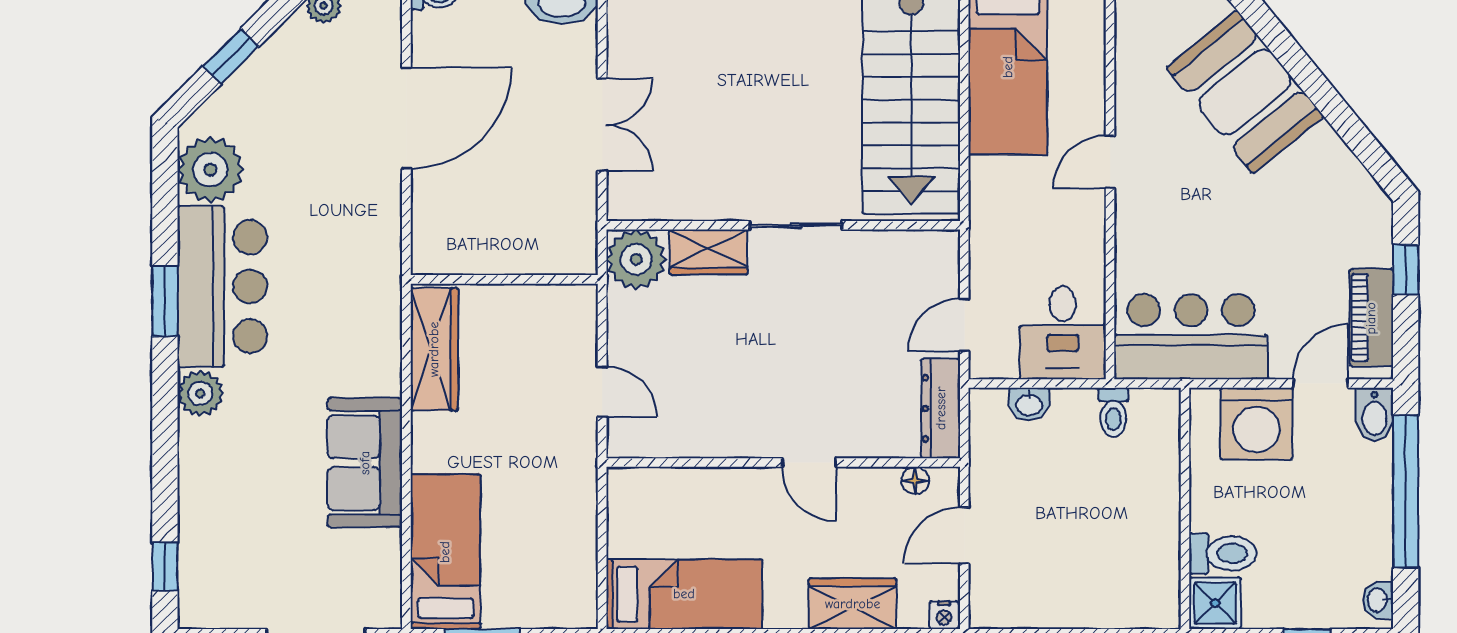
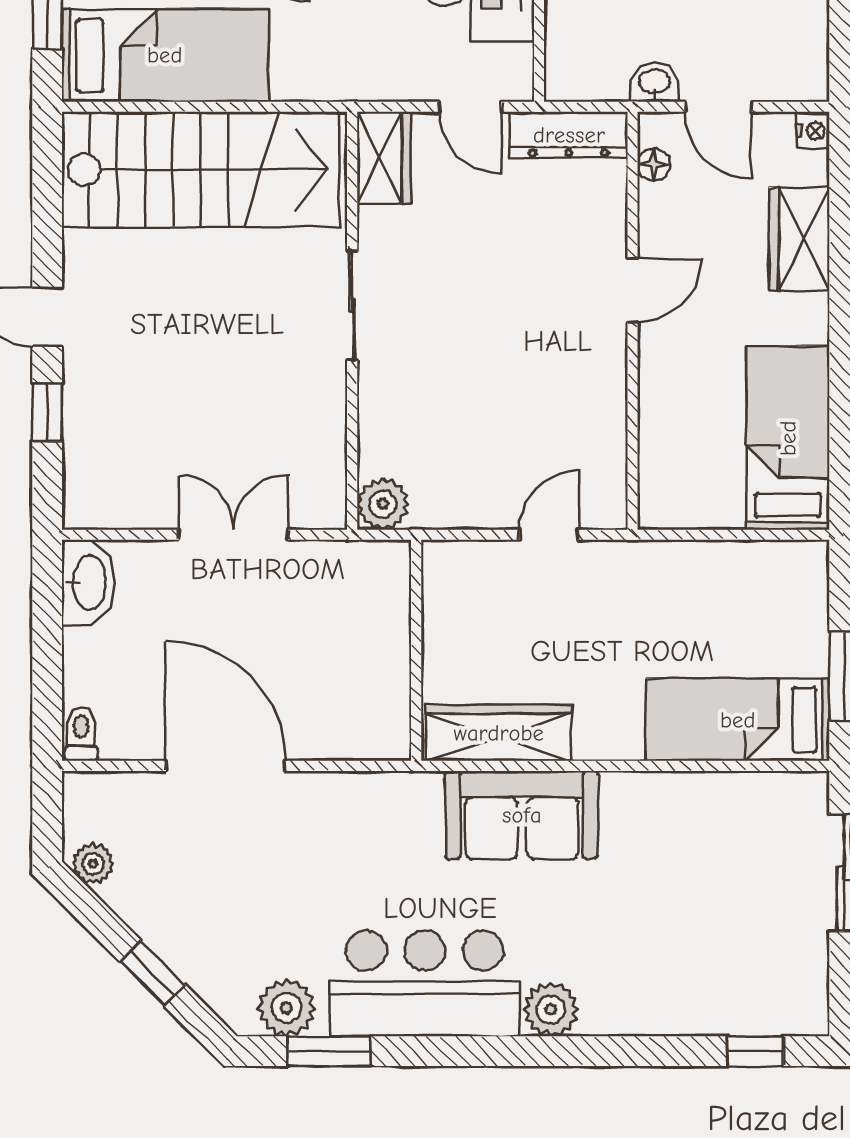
plant: (210, 170) -> (286, 1008), width x0.73, depth x0.73
wardrobe: (708, 252) -> (384, 158), moved
plant: (636, 259) -> (383, 504), width x0.73, depth x0.73
window: (165, 301) -> (329, 1051), moved
washbasin: (1029, 404) -> (654, 82), moved, turned -90
sofa: (365, 463) -> (522, 815), moved

